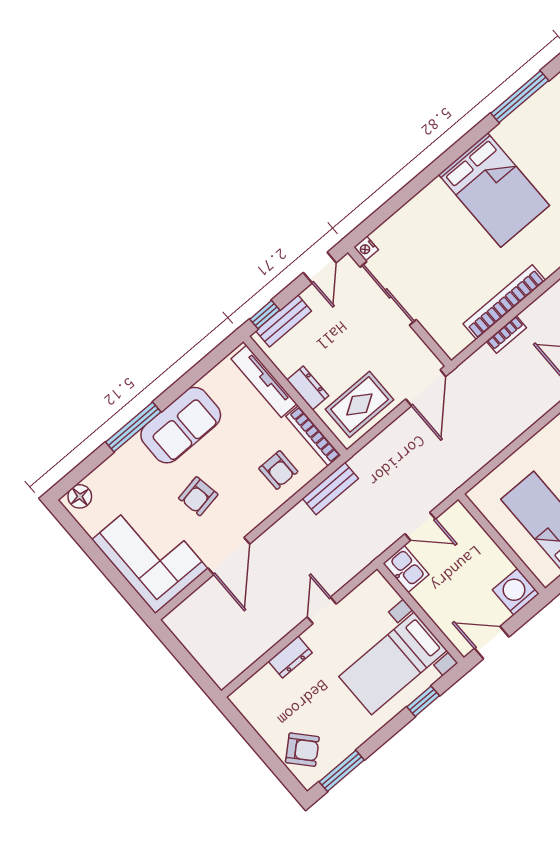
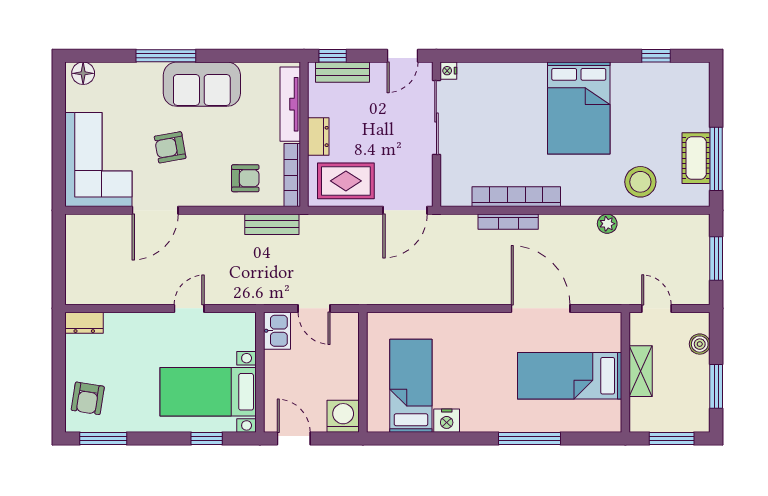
window: (520, 97) -> (656, 56), width x0.46
bookcase: (506, 334) -> (508, 222), width x1.56
armchair: (278, 470) -> (245, 178), turned -90
dresser: (290, 657) -> (84, 323), moved
armchair: (302, 750) -> (88, 398), turned 51

